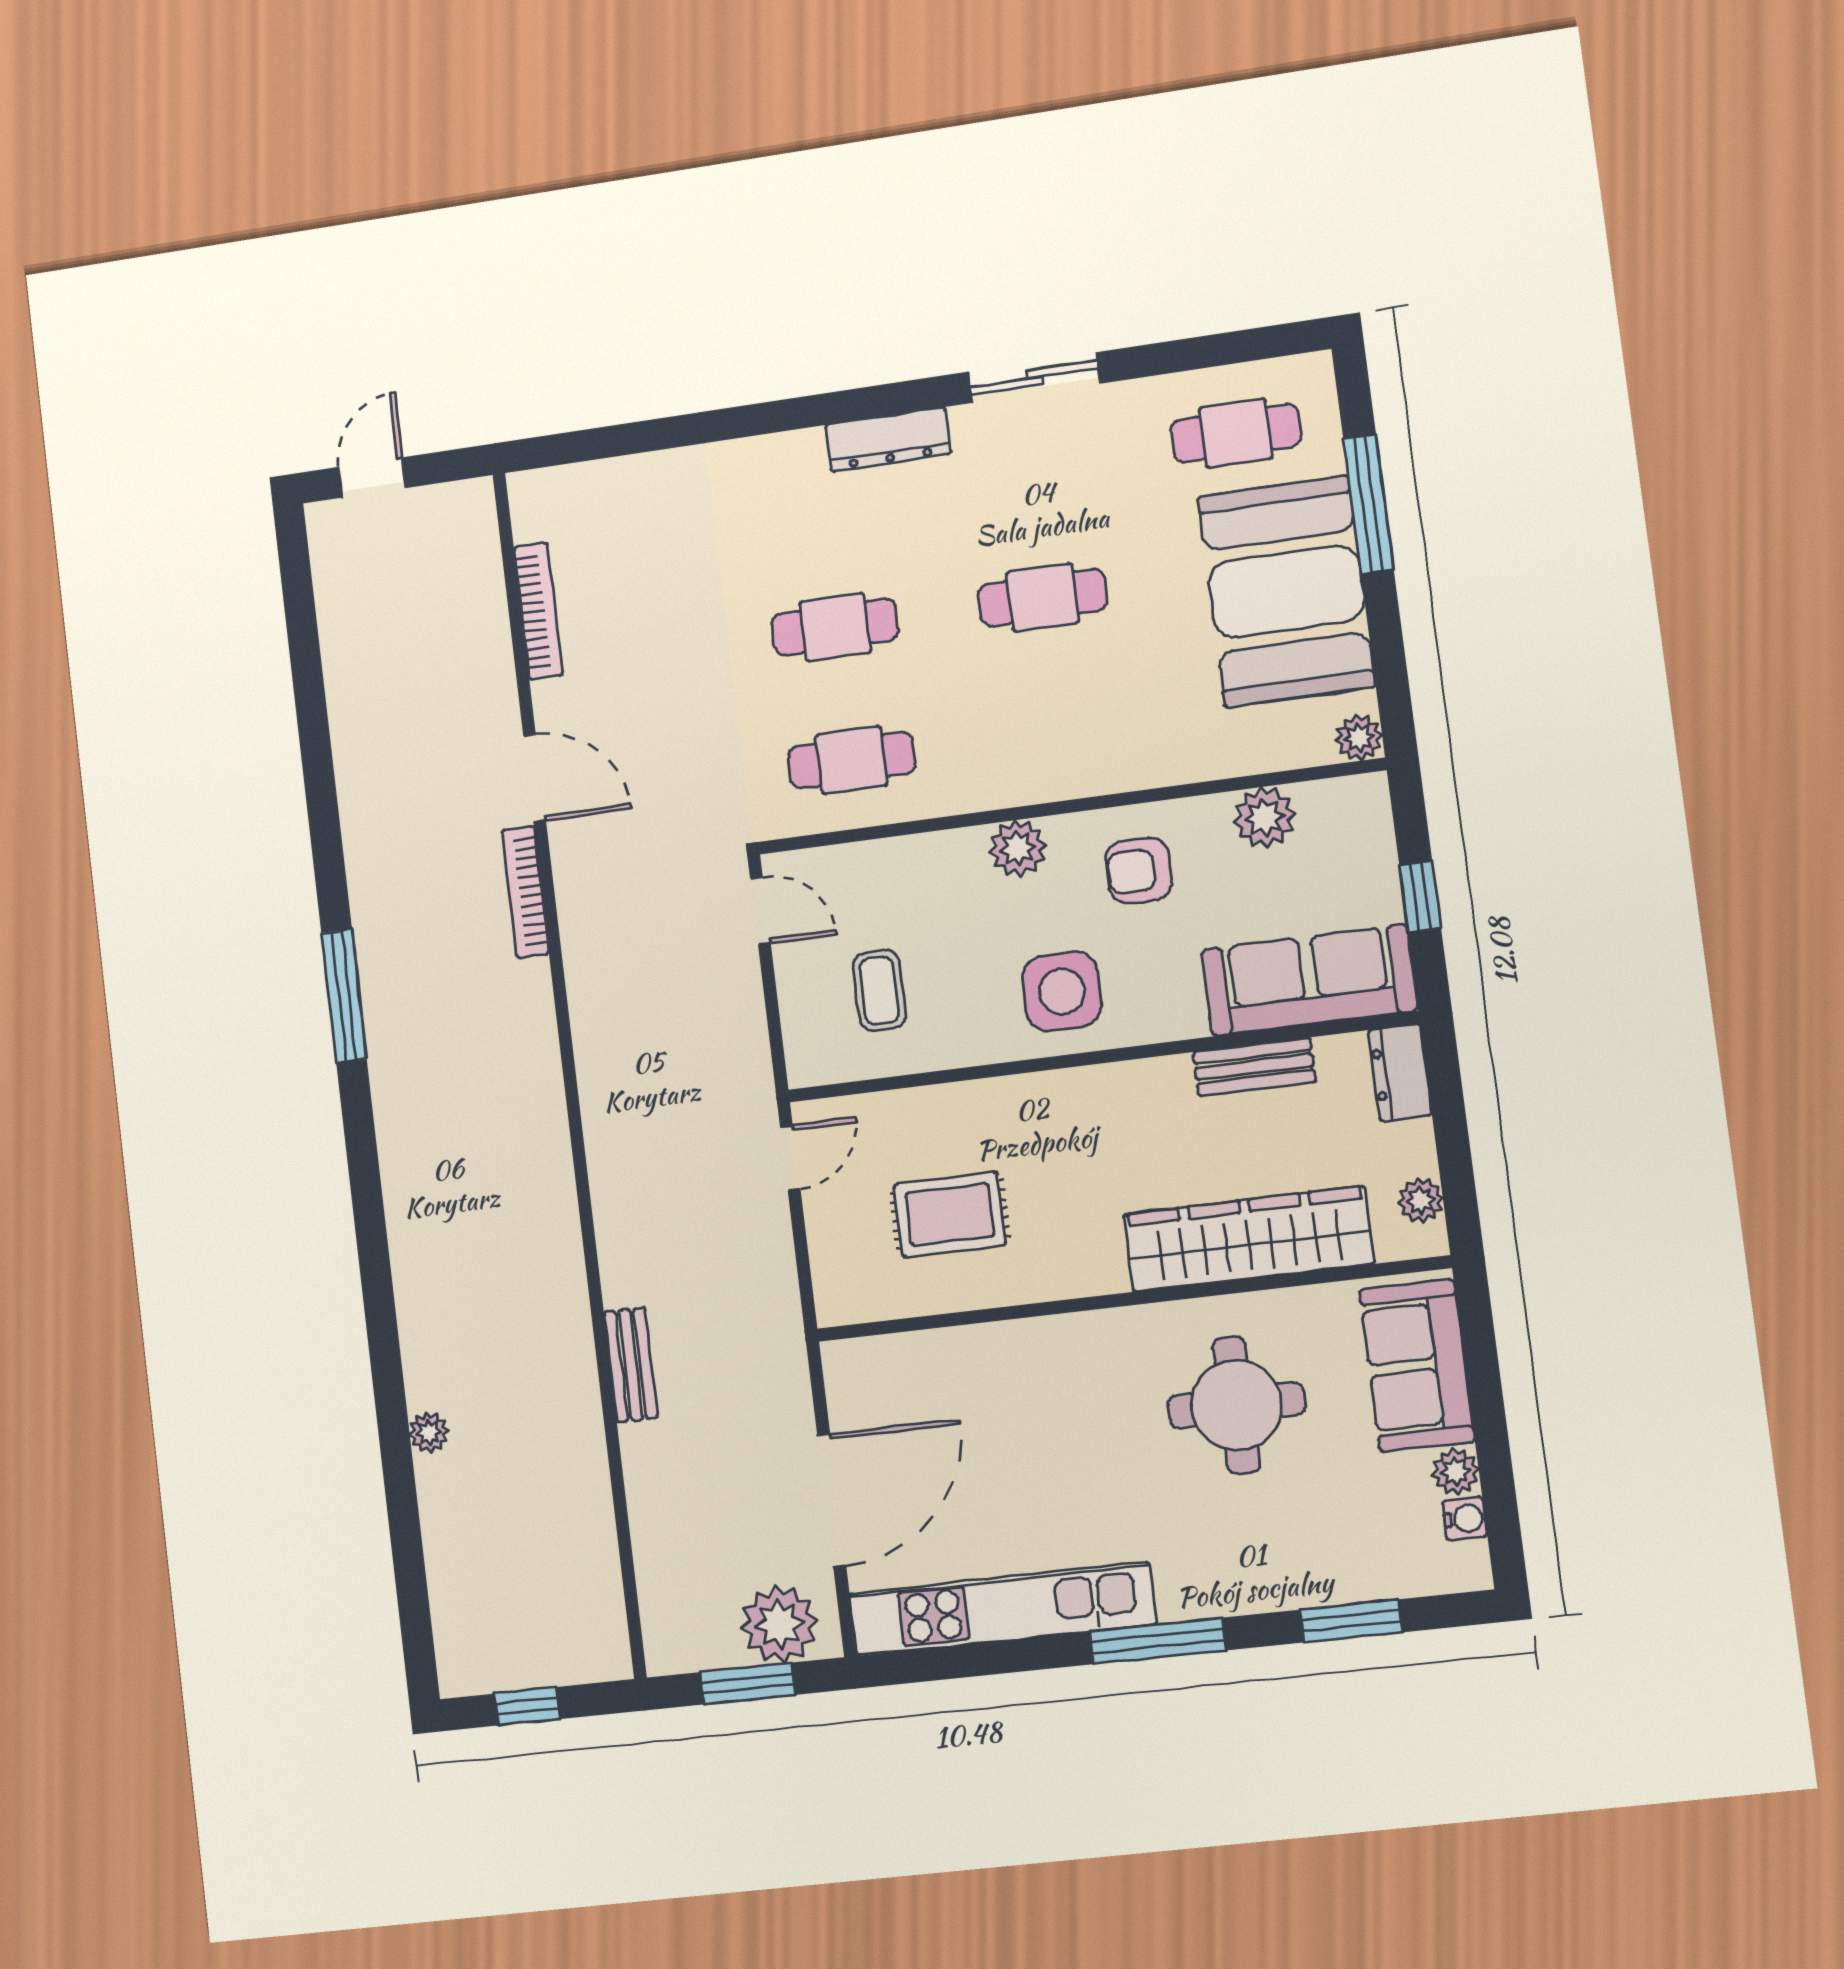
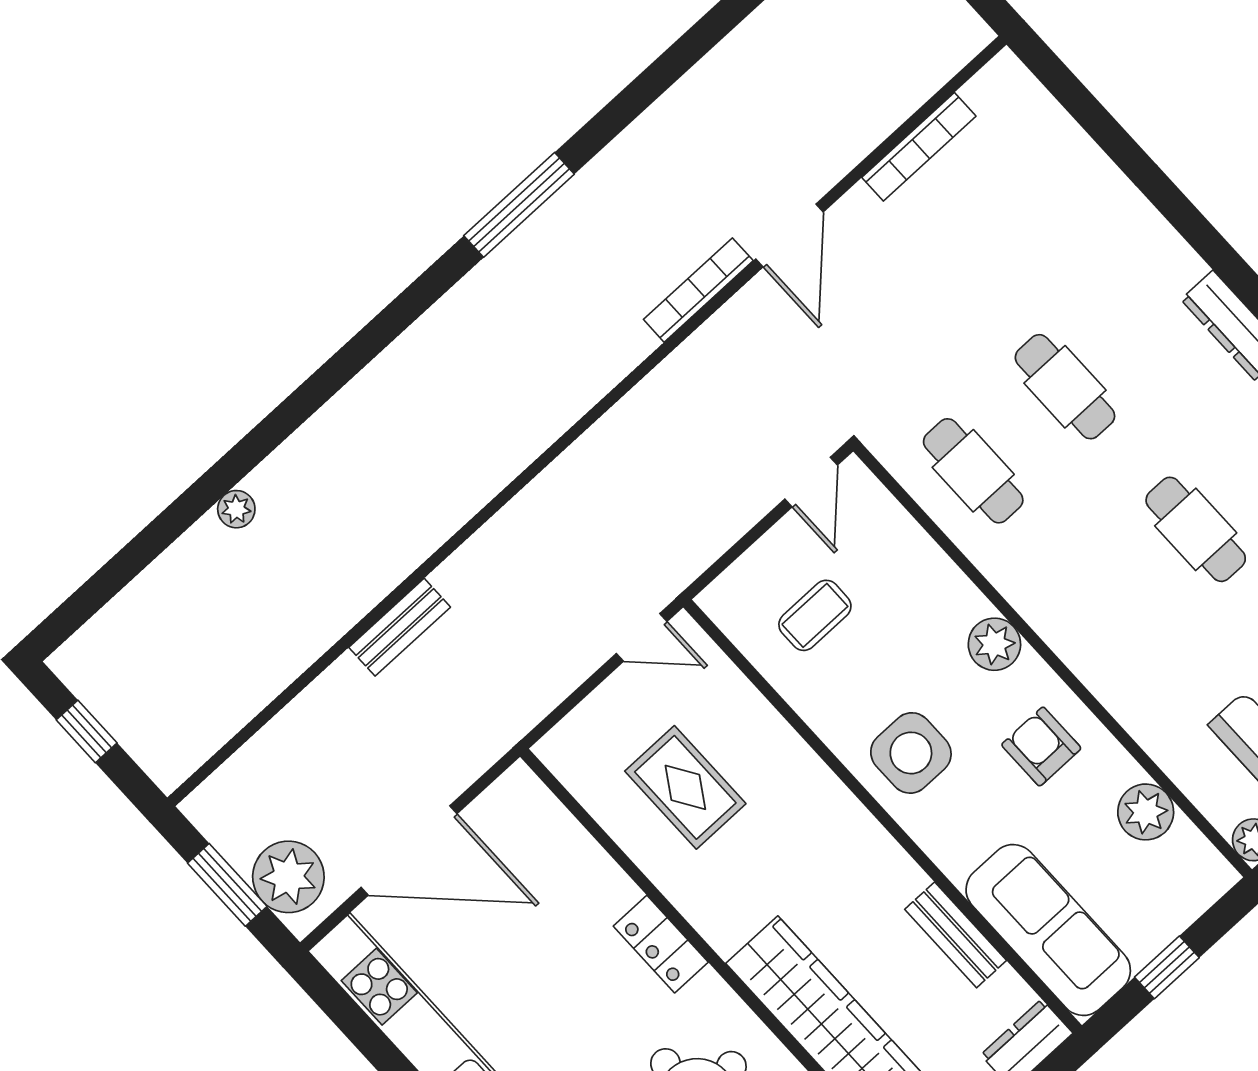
locker: (1074, 1337) -> (661, 944), added

